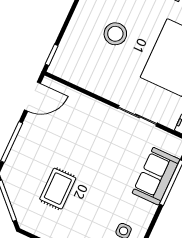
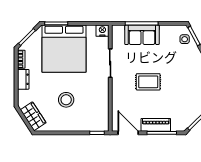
piano: (26, 139) -> (156, 125), added
rug: (58, 189) -> (148, 82), moved

